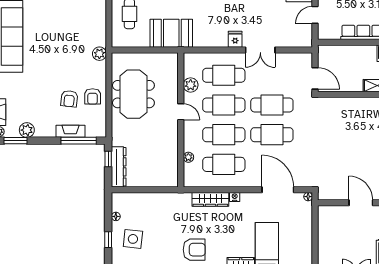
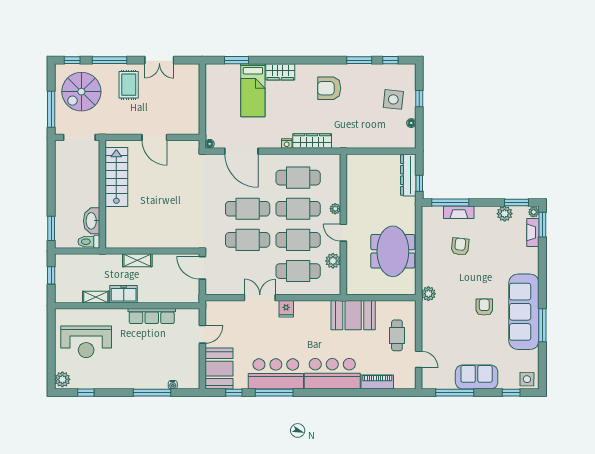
armchair: (93, 96) -> (484, 307), moved
plant: (188, 157) -> (335, 209), moved

